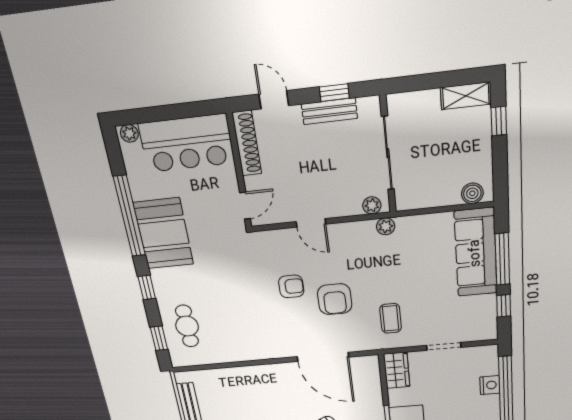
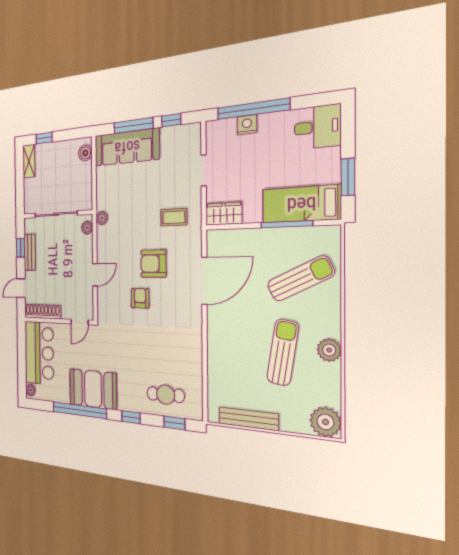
door: (245, 206) -> (80, 322), swing flipped
armchair: (335, 299) -> (153, 264), turned 180

